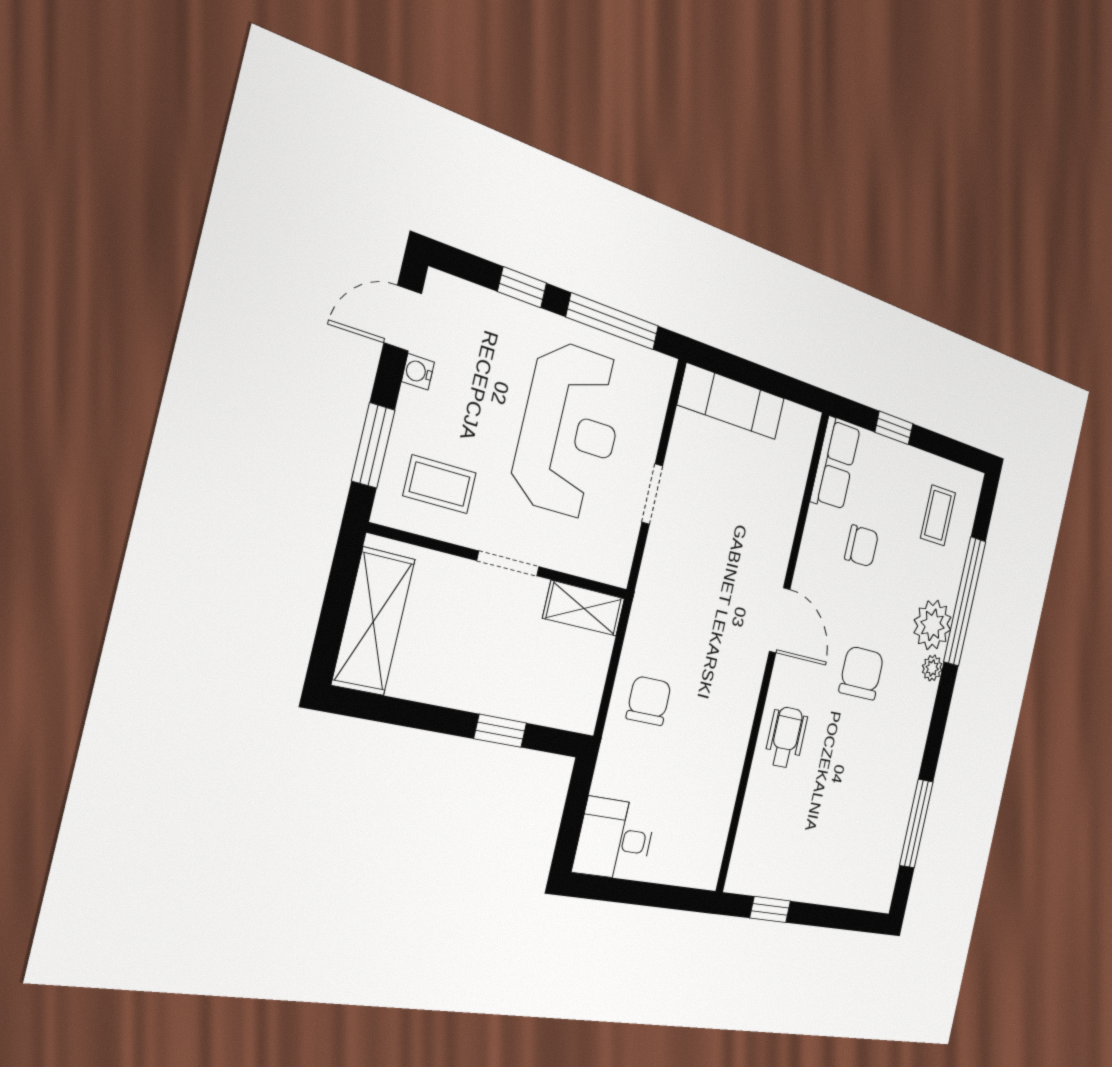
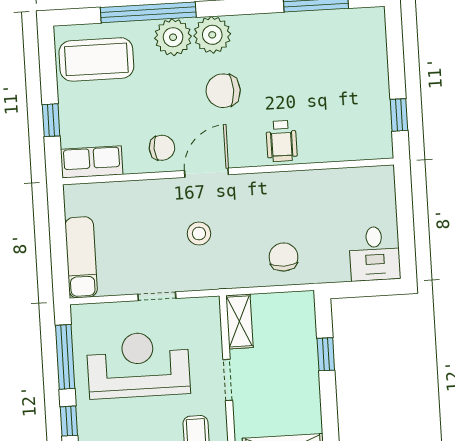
coffee table: (938, 515) -> (96, 59), width x1.86, depth x1.72
chair: (862, 546) -> (162, 148), moved, turned 88
stool: (712, 585) -> (199, 234), added
plant: (932, 668) -> (212, 35), width x1.87, depth x1.87
chair: (649, 701) -> (283, 257), turned 90
wheelchair: (786, 737) -> (282, 141), turned -90

